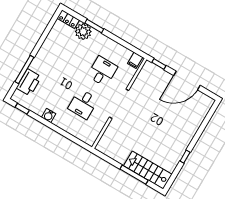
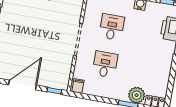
desk: (102, 71) -> (105, 64), turned 180

